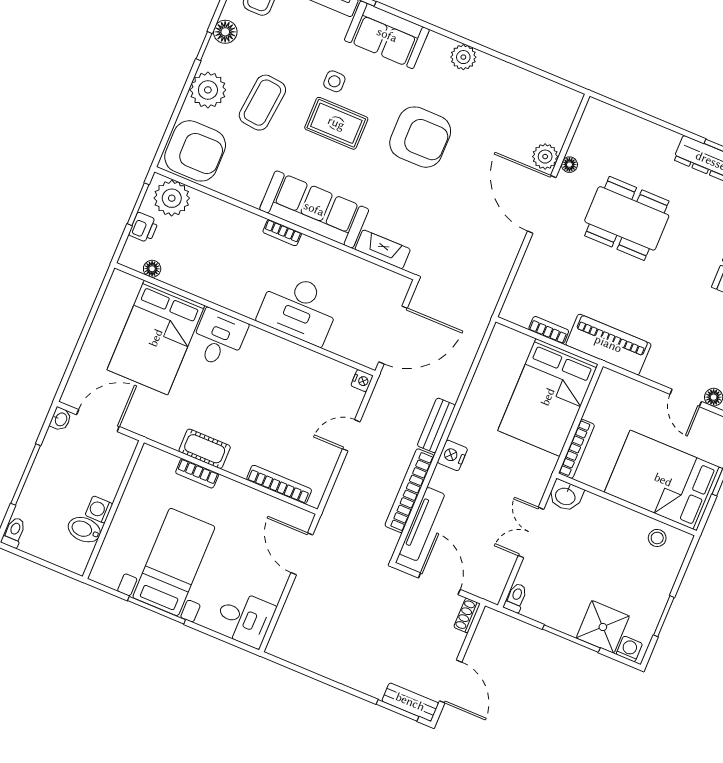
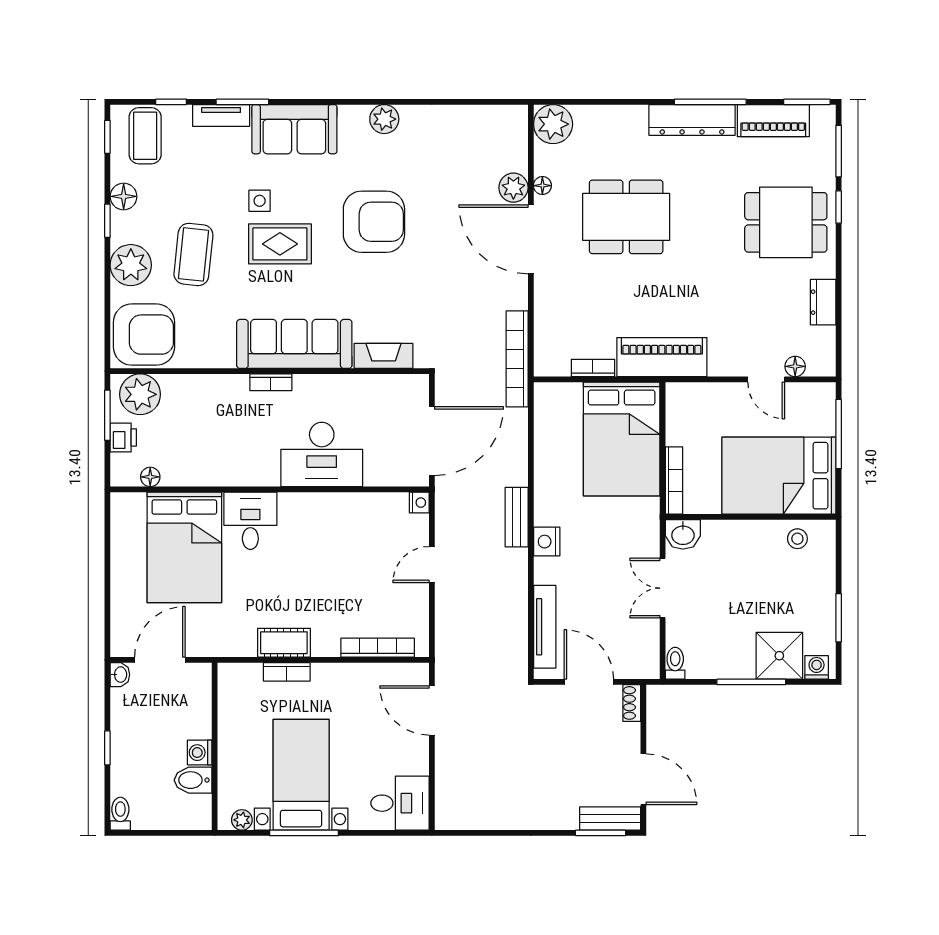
plant: (599, 118) -> (553, 124), added
window: (26, 475) -> (107, 748), width x0.46
bookcase: (410, 491) -> (517, 359), moved
plant: (110, 579) -> (242, 820), added

